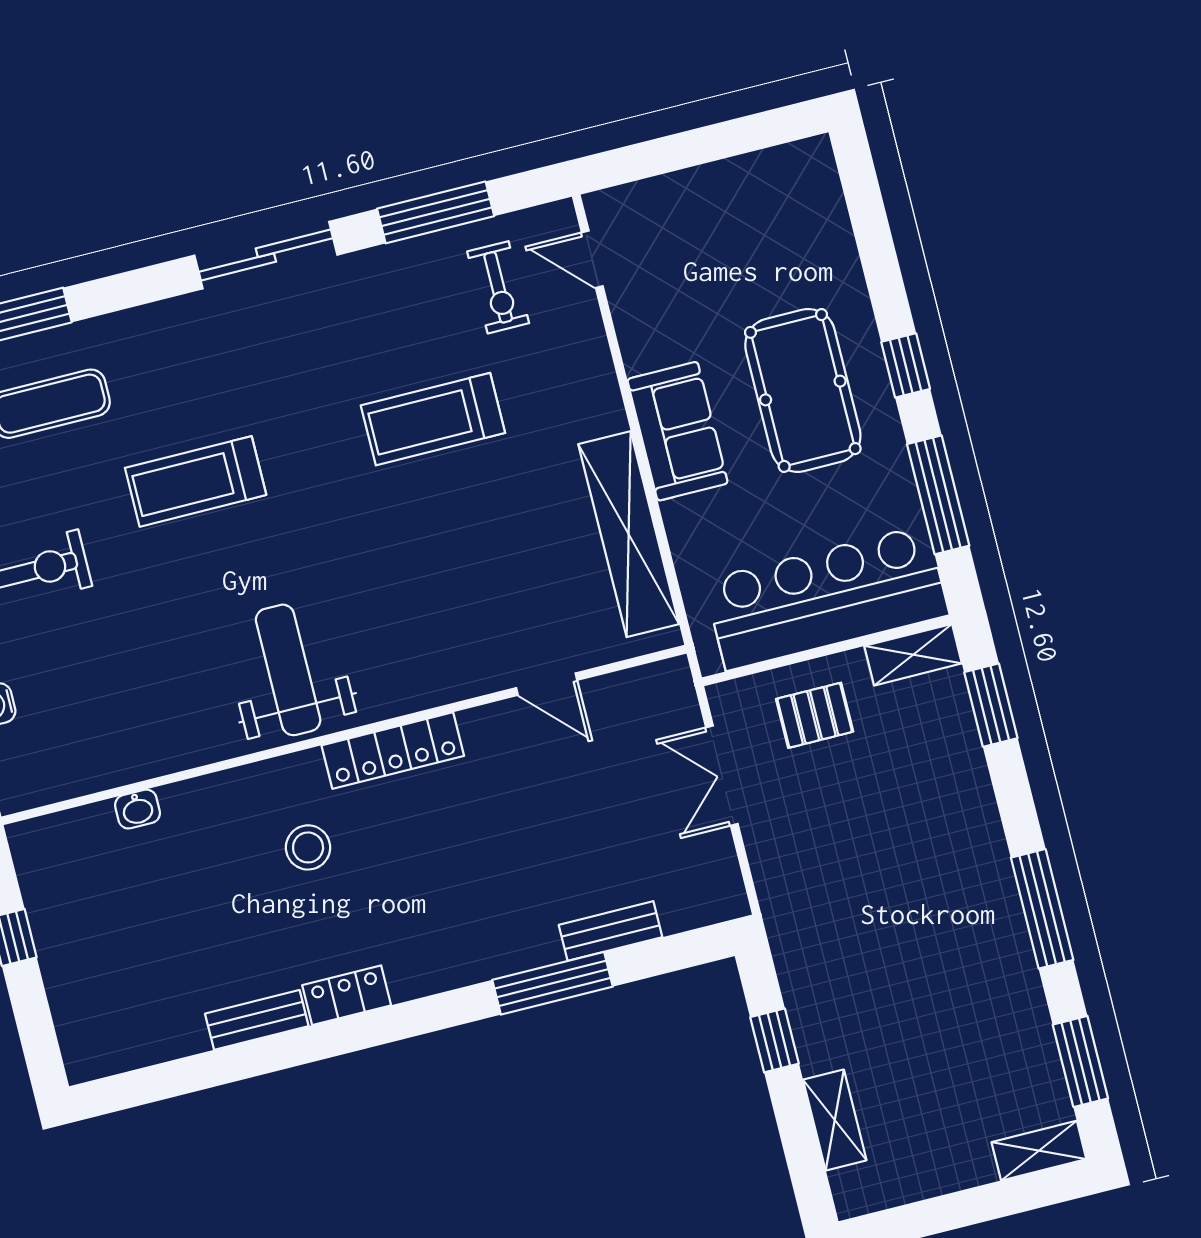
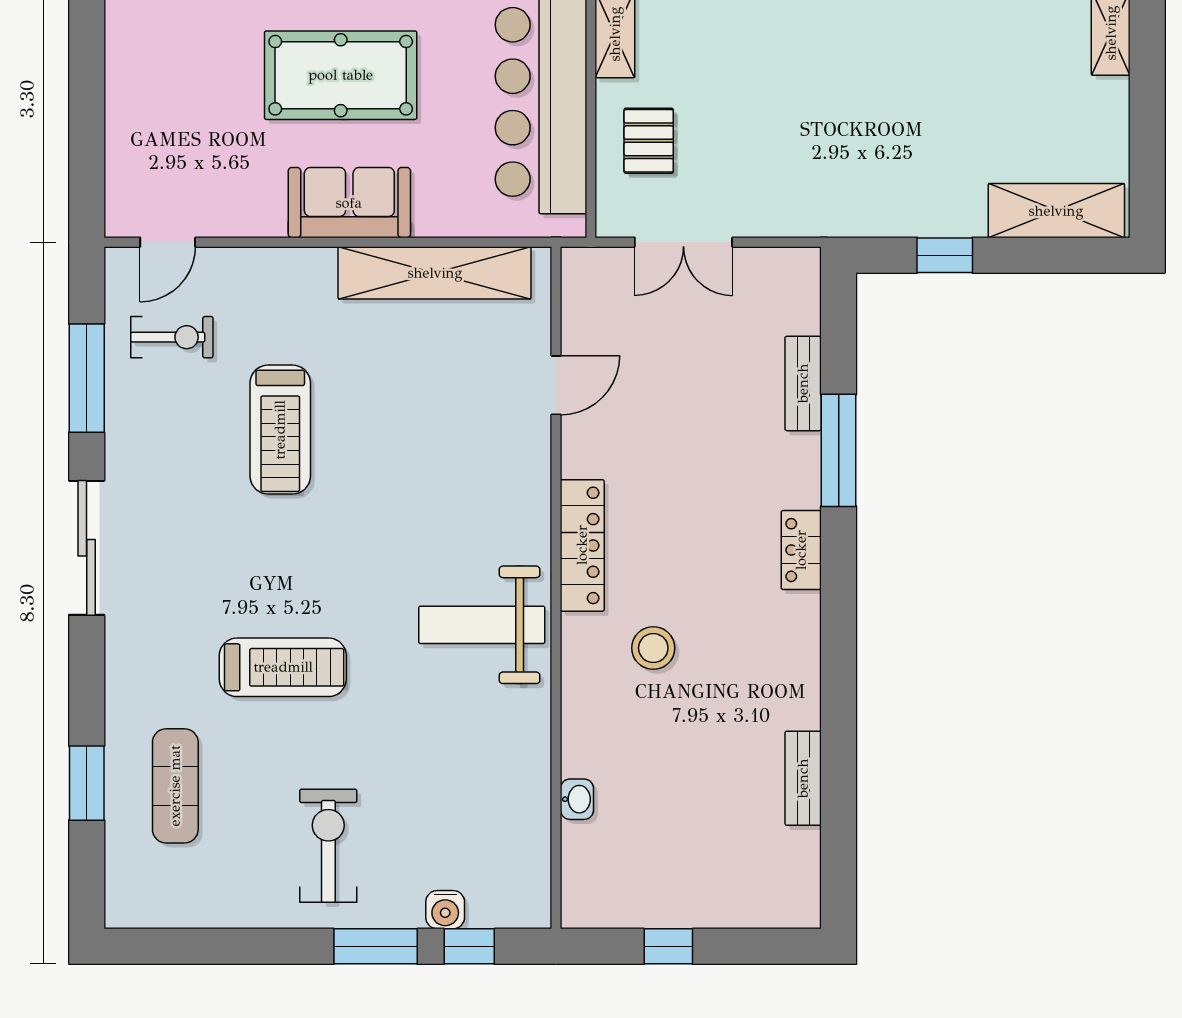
treadmill: (196, 481) -> (283, 667), turned -90
locker: (347, 995) -> (801, 550), moved
bench: (257, 1020) -> (803, 778), moved
shelving: (835, 1120) -> (1056, 211), width x1.50, depth x1.33

